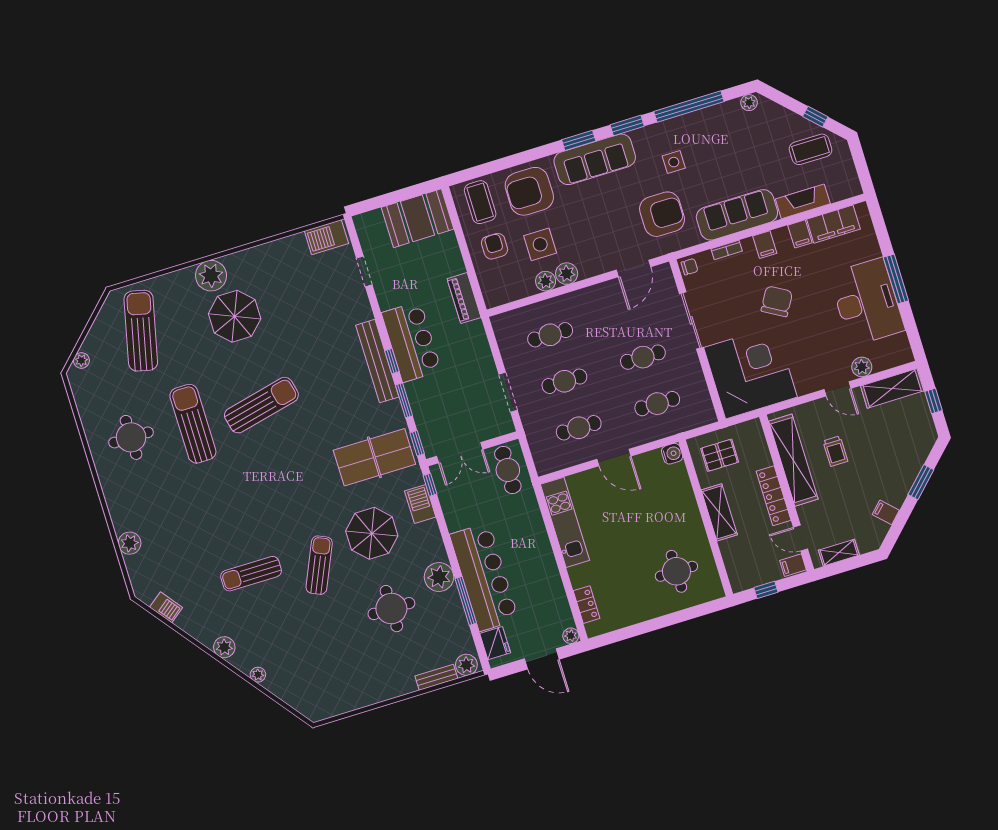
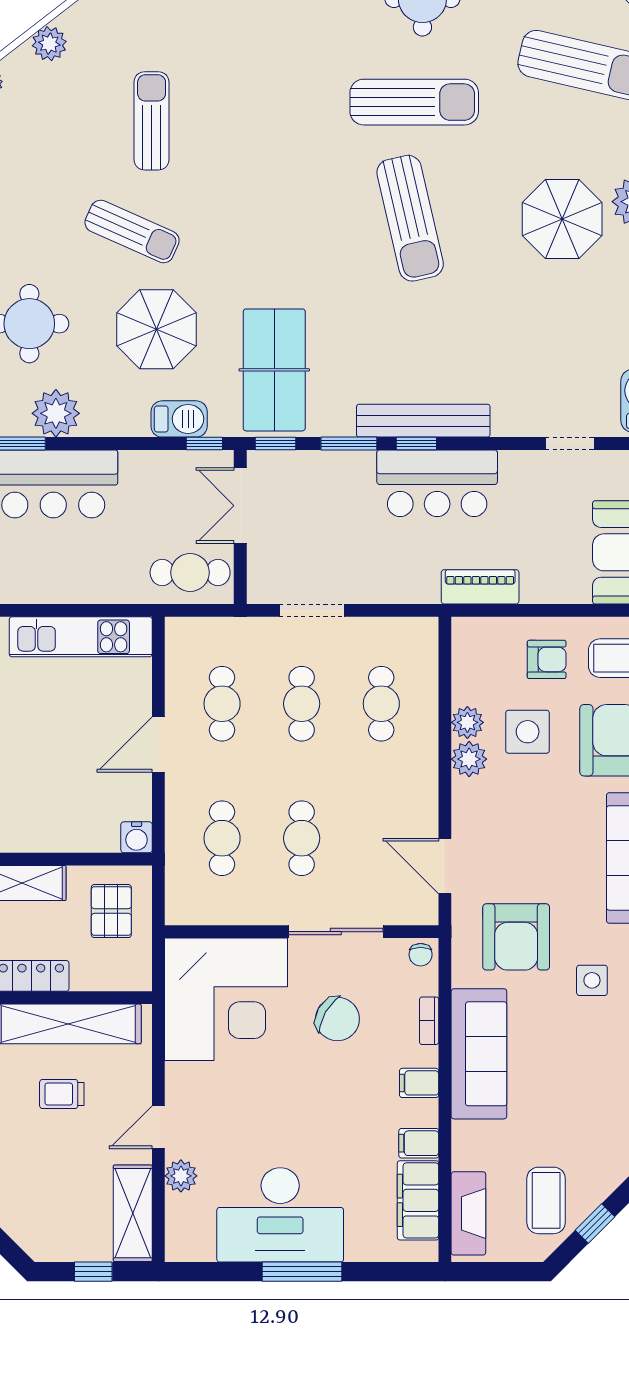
fireplace: (803, 201) -> (468, 1213), moved
chair: (777, 301) -> (337, 1019), moved

